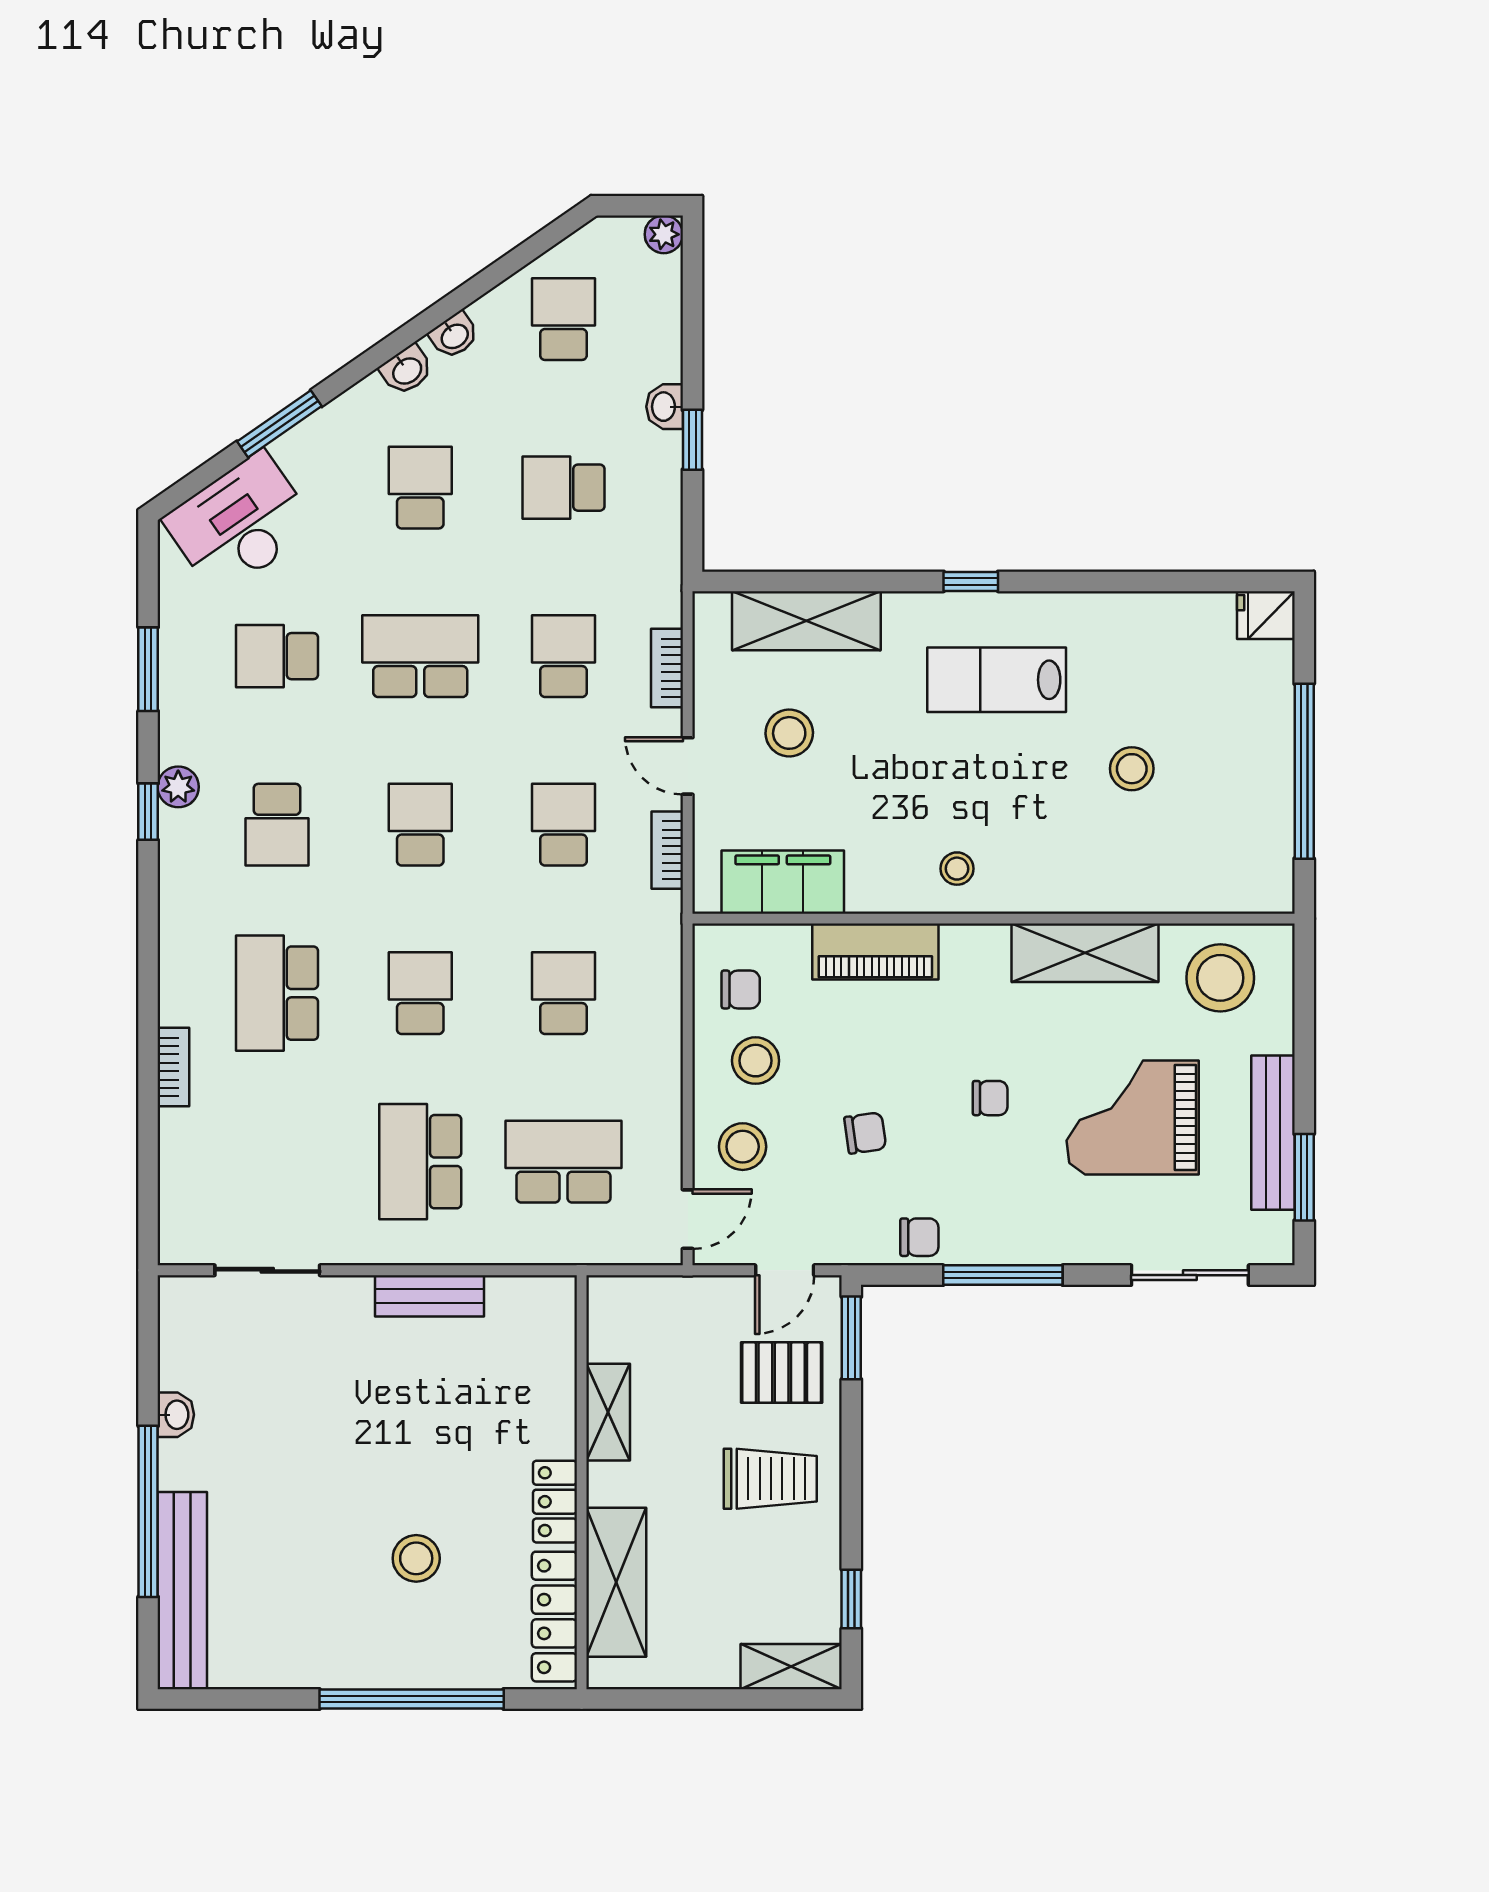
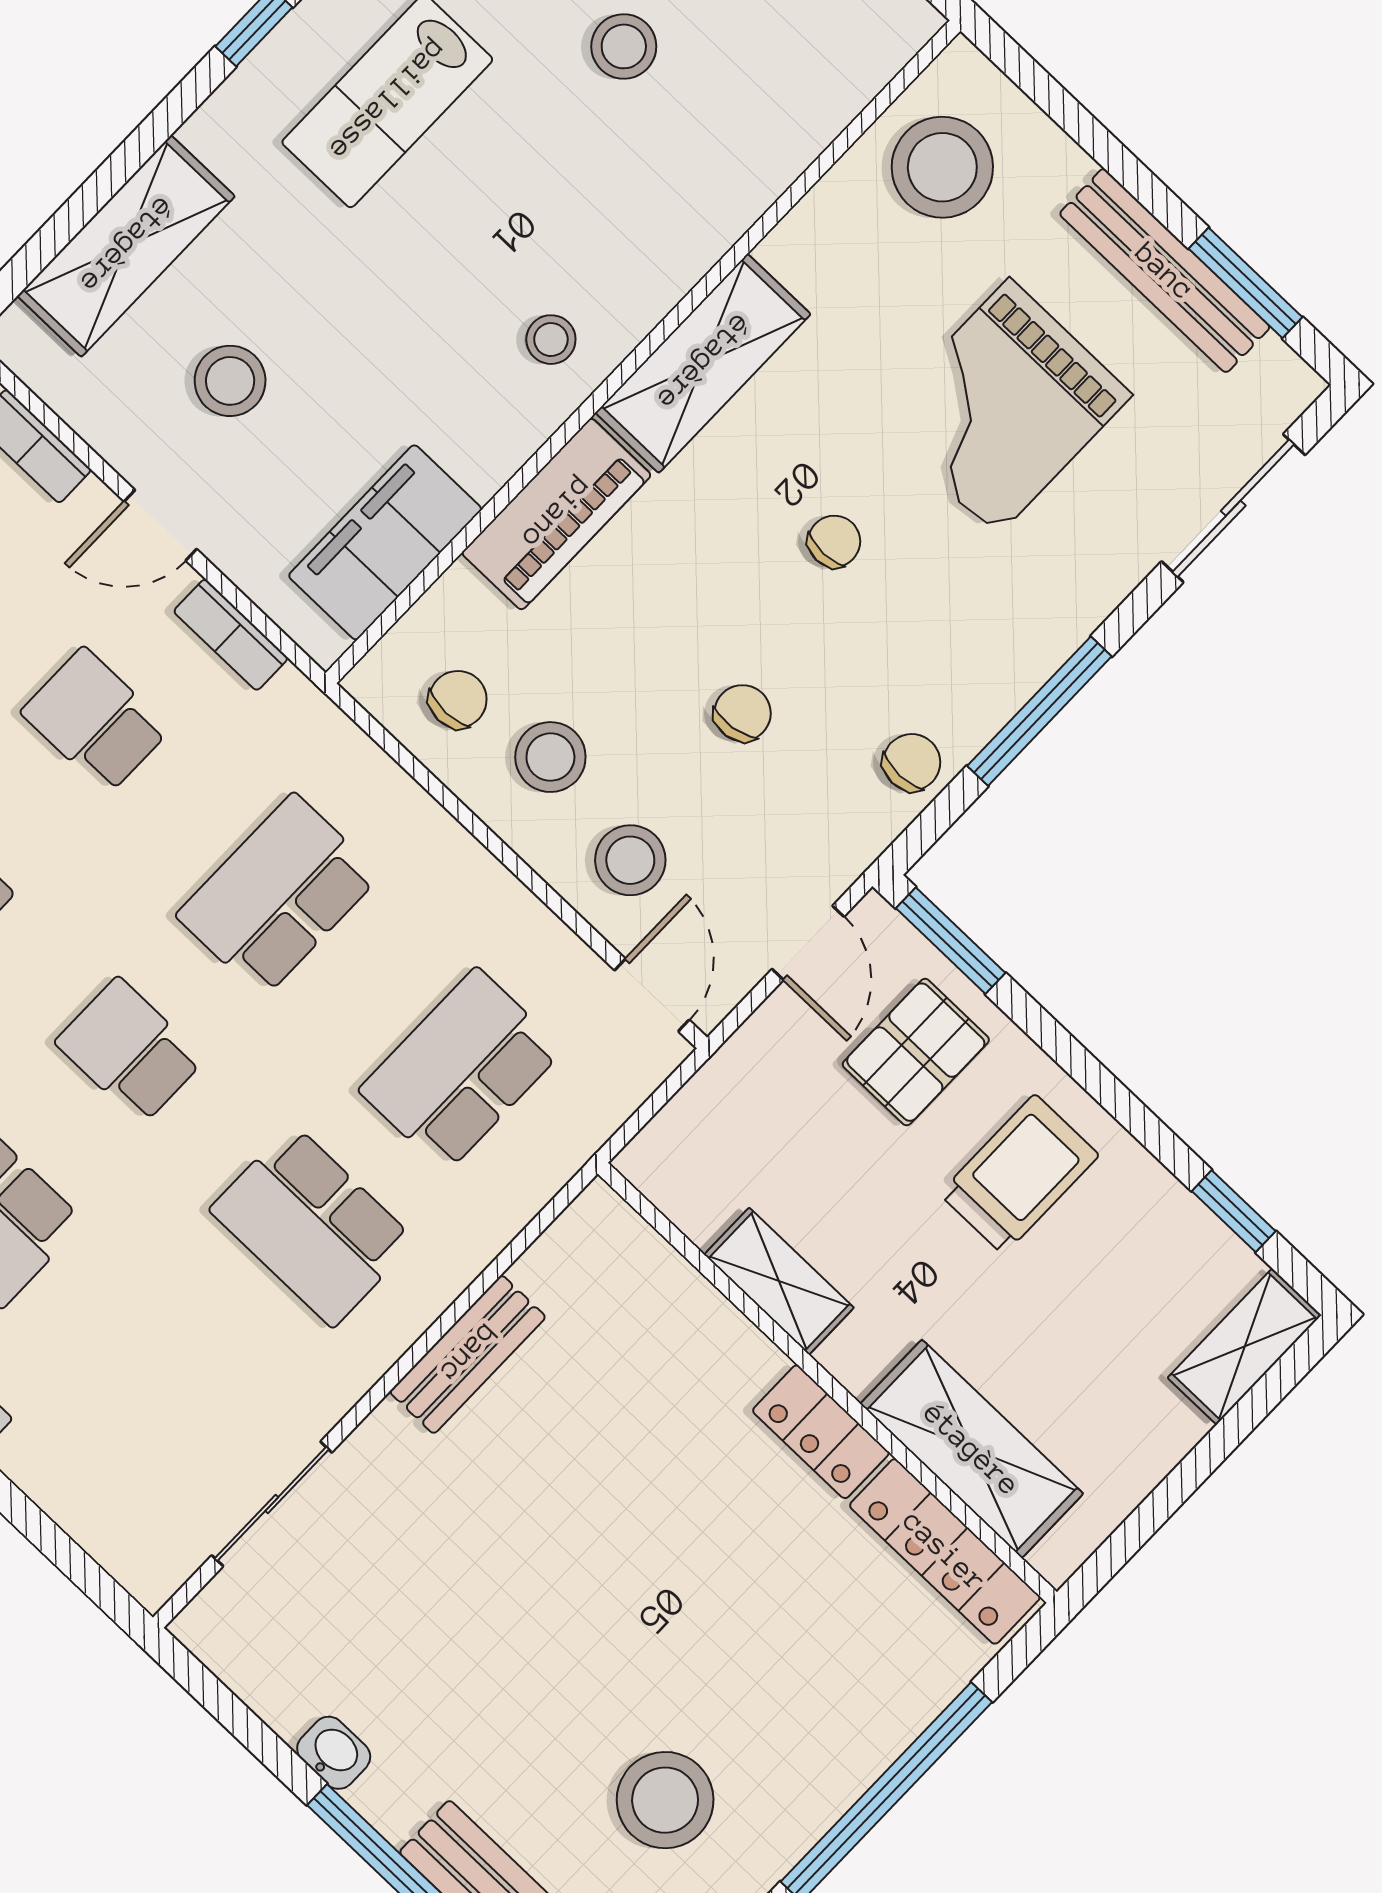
shelving: (1085, 953) -> (703, 363), moved
school desk: (563, 993) -> (278, 895), width x1.85
stool: (416, 1558) -> (665, 1800), moved, width x1.38, depth x1.38

